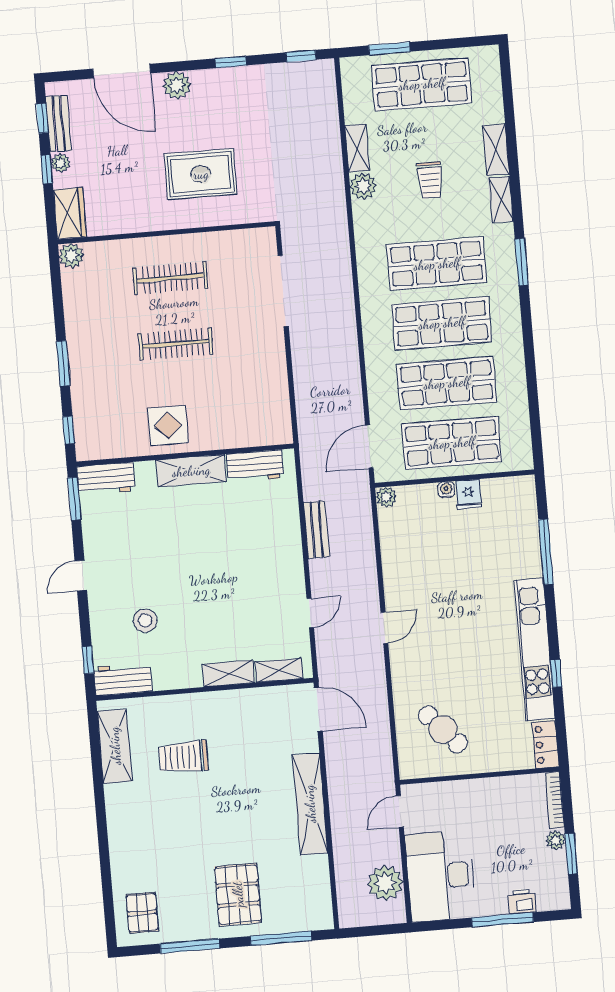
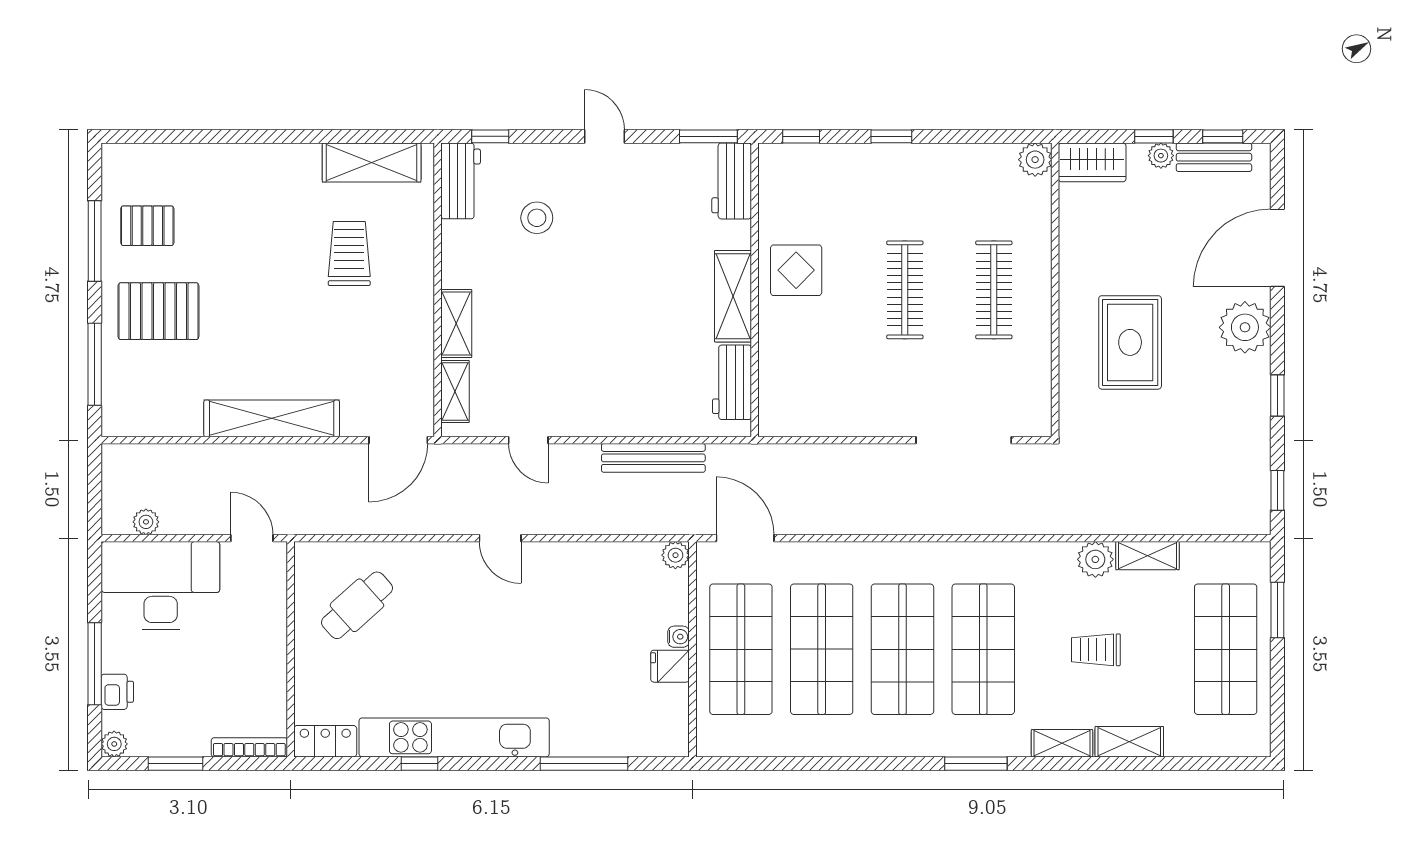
plant: (177, 85) -> (1245, 327), width x1.36, depth x1.36
window: (63, 363) -> (891, 136), width x0.67
bench: (316, 530) -> (653, 458), width x1.36
plant: (556, 840) -> (114, 744), moved
plant: (385, 883) -> (146, 522), width x0.53, depth x0.53
pallet: (142, 913) -> (147, 226), moved

